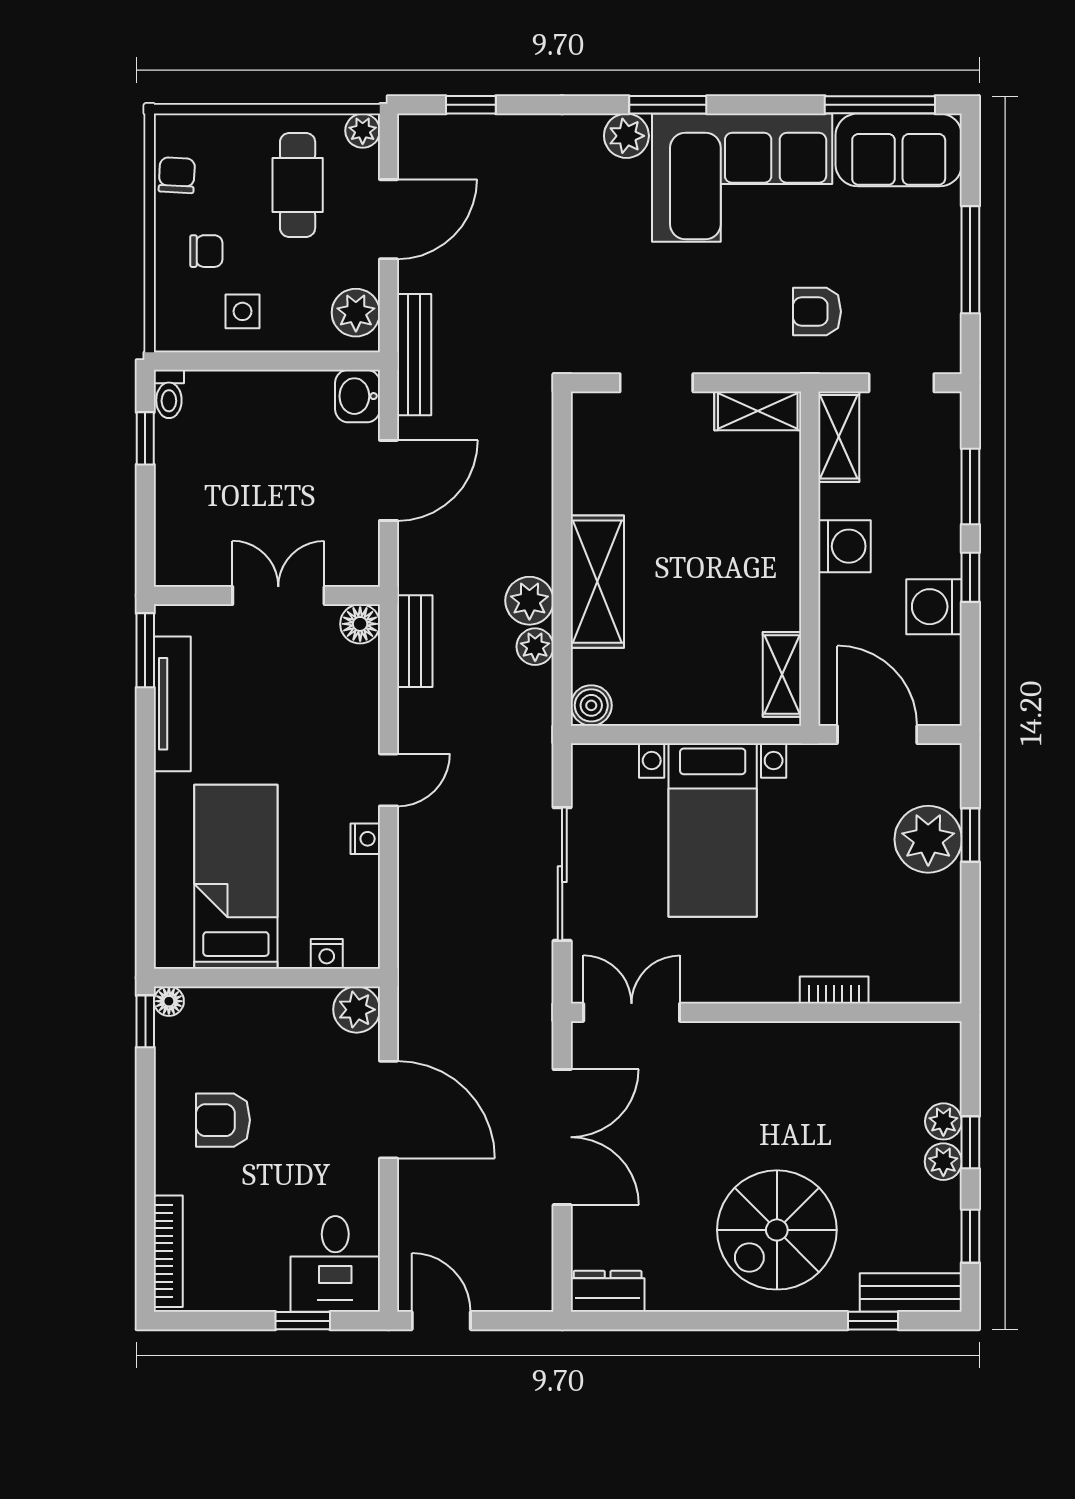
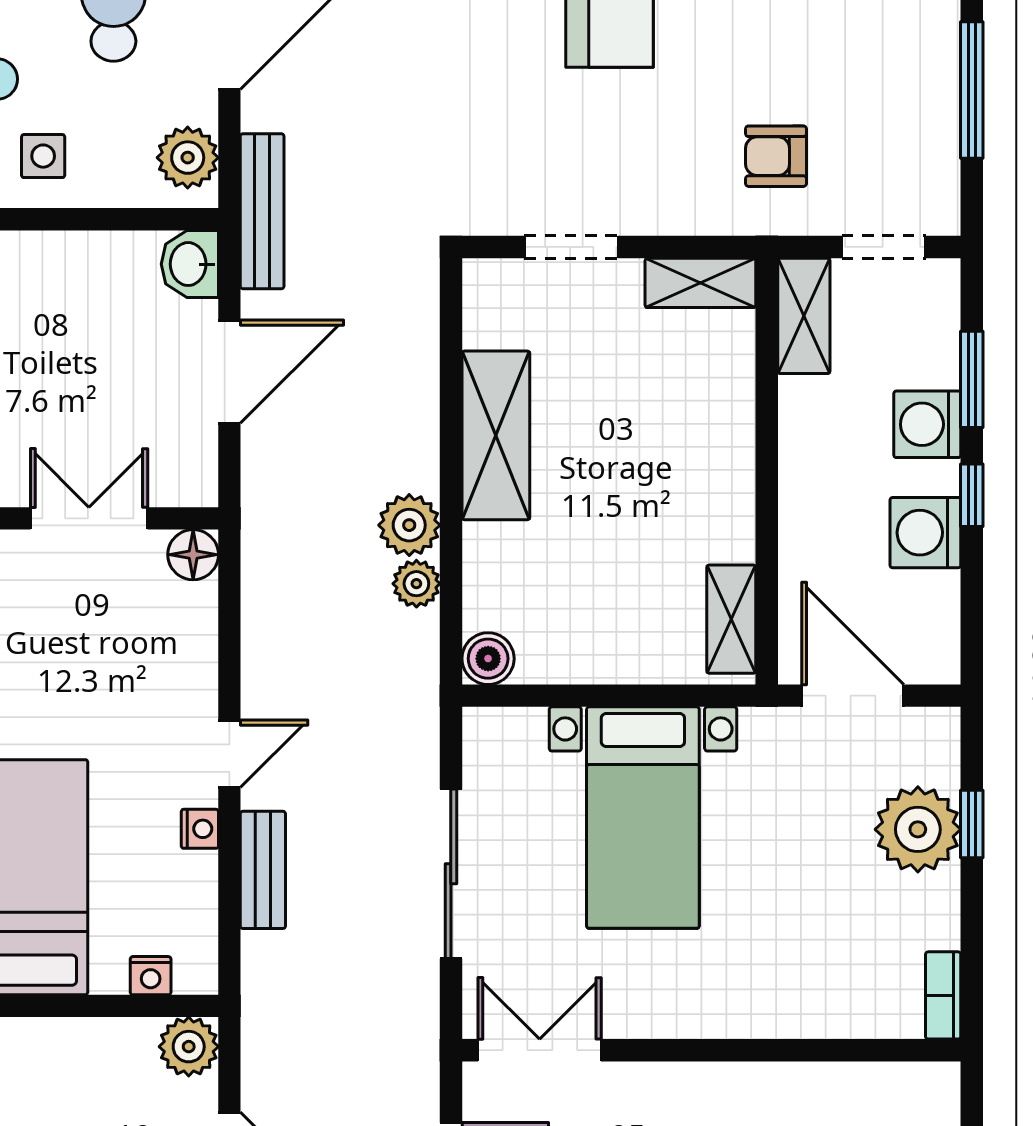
washing machine: (845, 546) -> (927, 424), moved, turned 180
shelving: (597, 582) -> (496, 435), moved
bench: (415, 641) -> (263, 870), moved
bookcase: (834, 990) -> (943, 995), moved, turned -90

